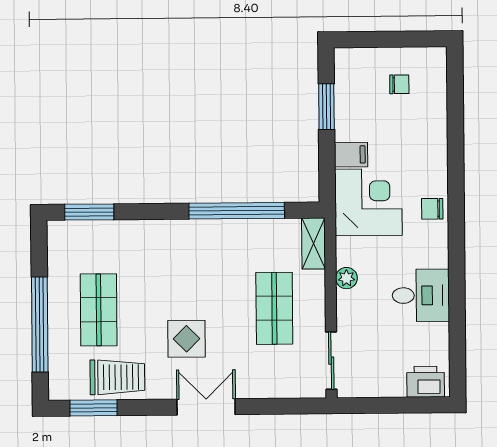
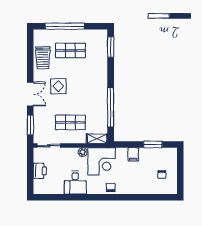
corner desk: (368, 202) -> (102, 161), moved
printer: (426, 382) -> (40, 171), moved
window: (94, 408) -> (30, 125), moved

